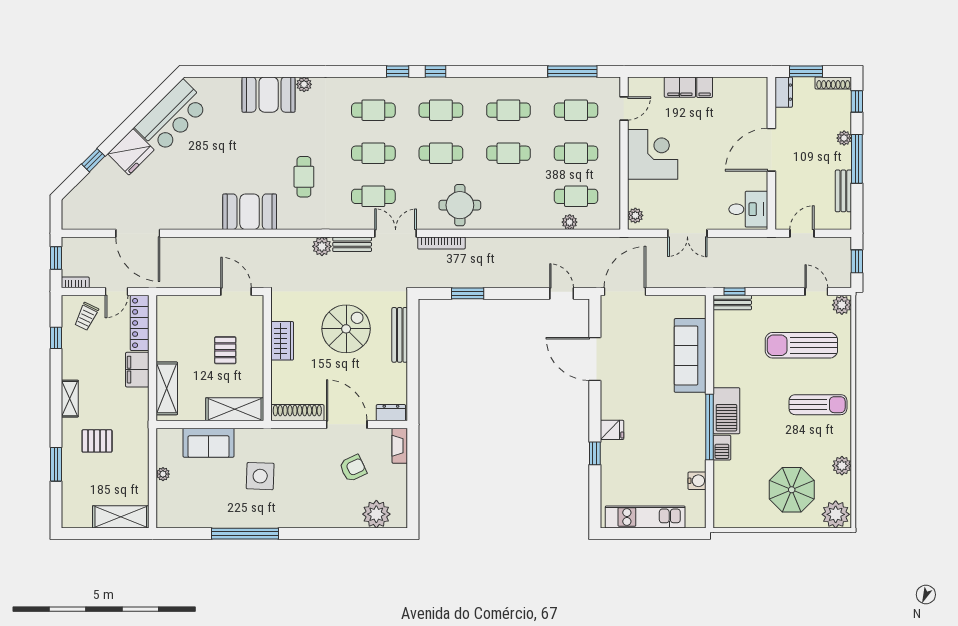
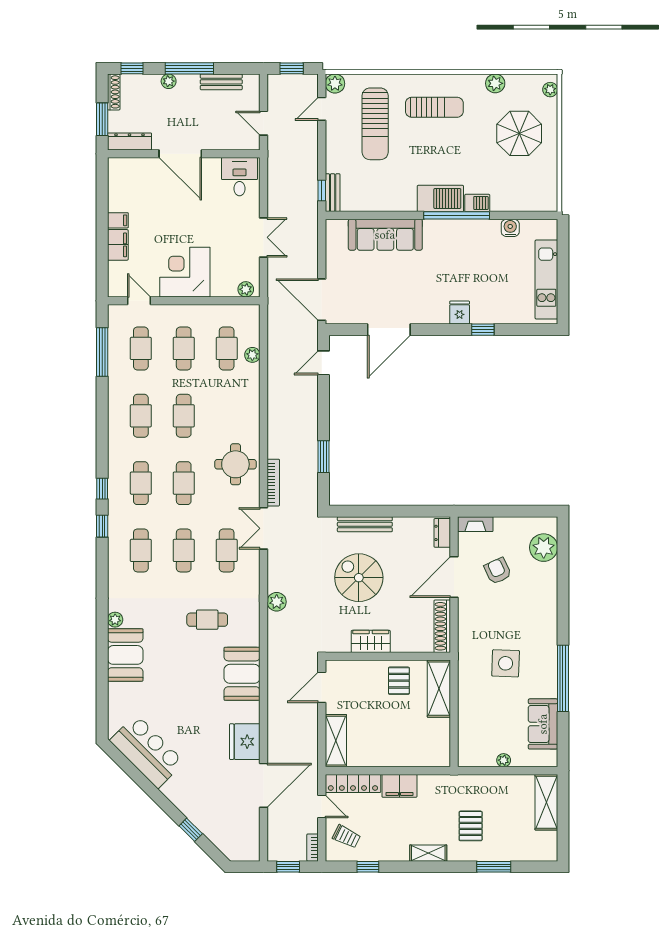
dresser: (784, 92) -> (130, 141), width x1.44
fridge: (131, 152) -> (245, 742), moved, turned -135
bench: (352, 244) -> (275, 572), removed
pallet: (225, 350) -> (399, 681), moved, turned 90
shelving: (167, 388) -> (336, 741), moved, turned 90
sun lounger: (818, 405) -> (434, 107), turned 90
sofa: (208, 443) -> (543, 724), moved, turned 180
plant: (836, 514) -> (550, 90), width x0.53, depth x0.53

